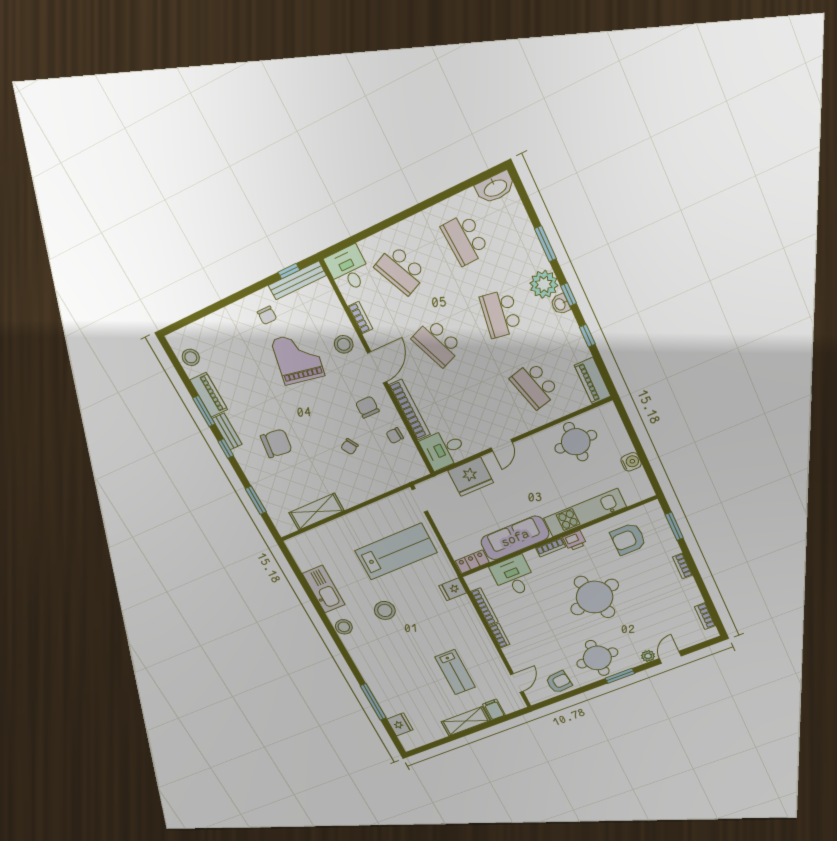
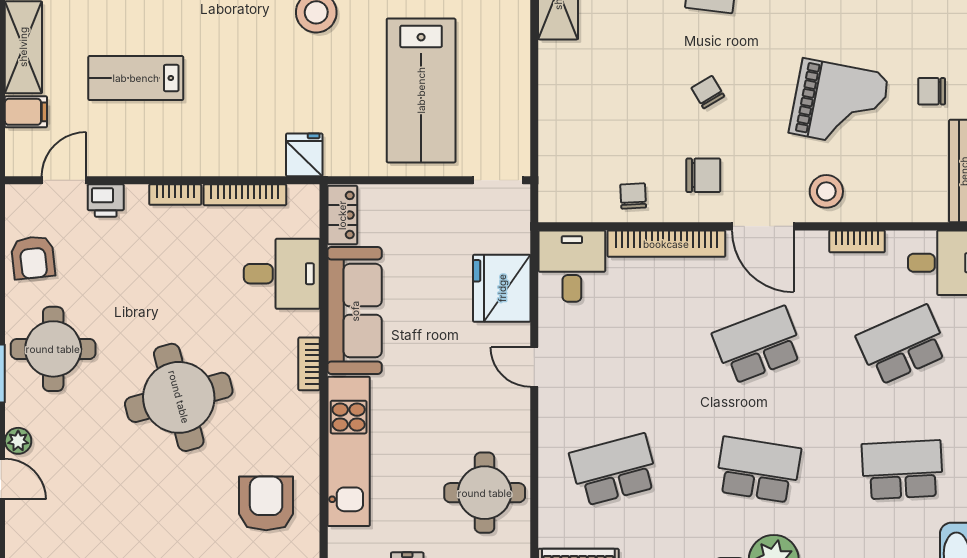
chair: (349, 447) -> (708, 92), moved
printer: (575, 541) -> (106, 201), moved, turned -90
door: (517, 683) -> (64, 180), swing flipped

